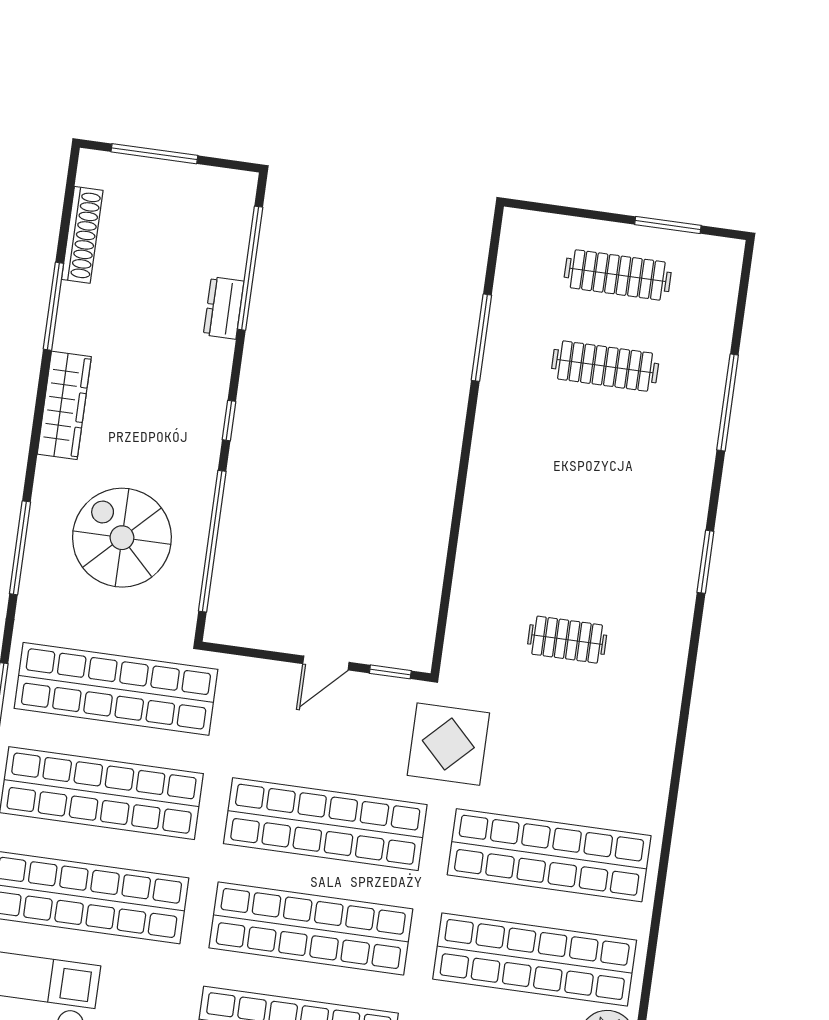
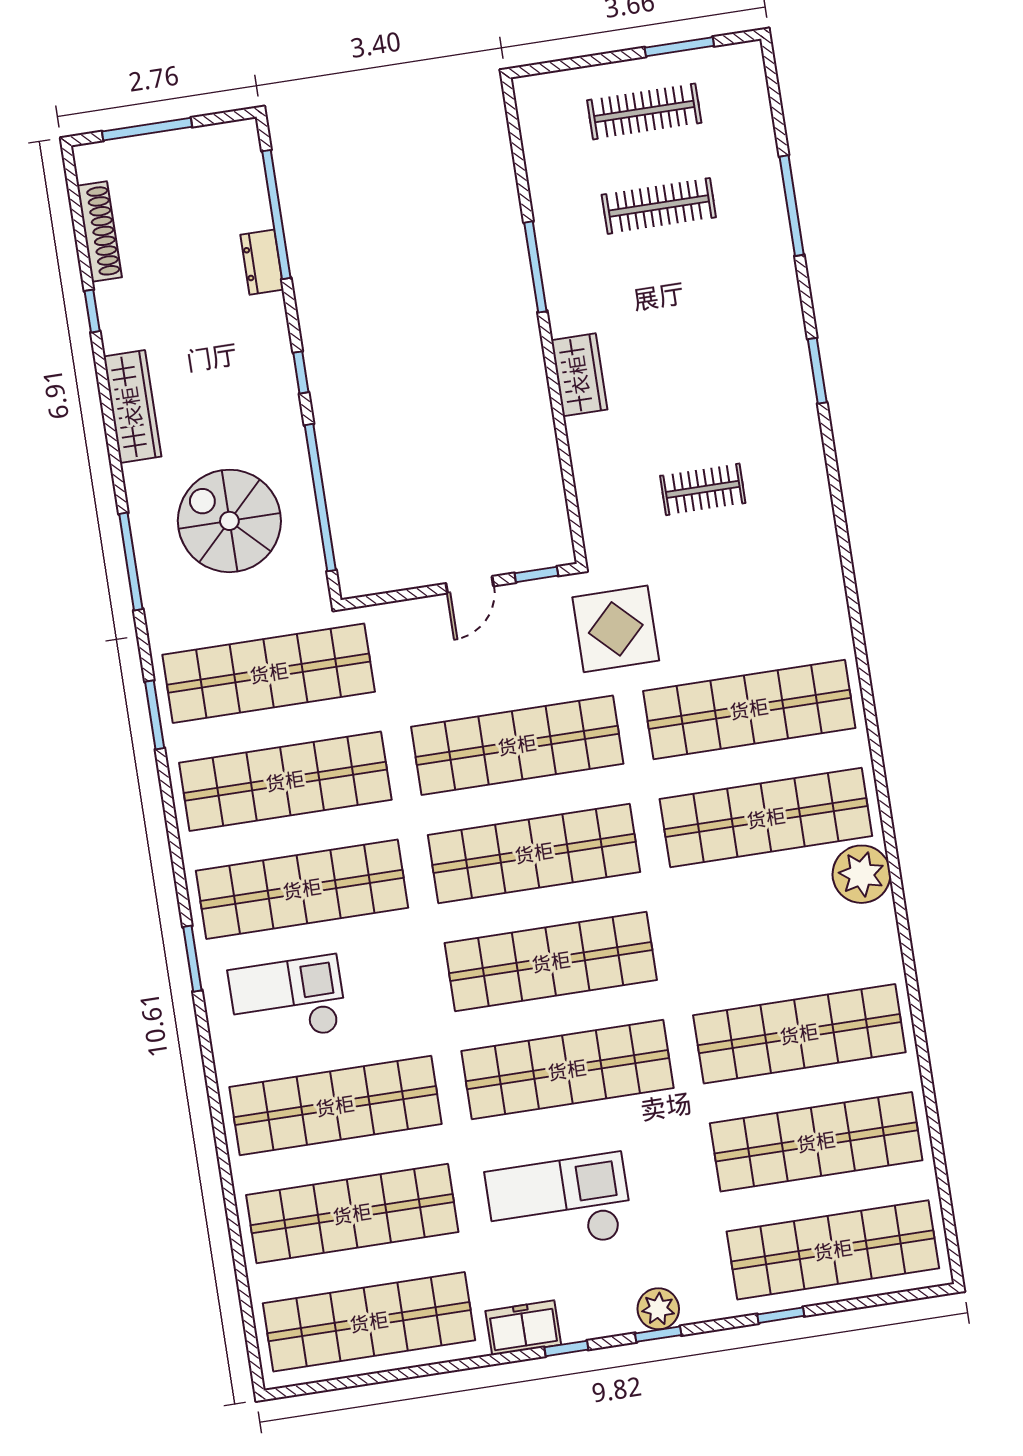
window: (53, 306) -> (92, 311), width x0.46
window: (481, 338) -> (535, 267), moved
wardrobe: (485, 500) -> (579, 375), added

